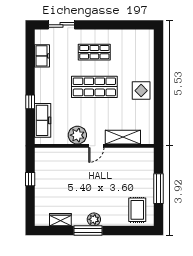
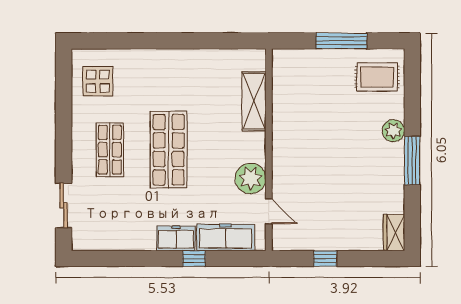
freezer: (42, 56) -> (176, 238), moved
display table: (141, 91) -> (98, 81), moved
door: (96, 146) -> (269, 211), moved
plant: (94, 219) -> (393, 131), moved
wardrobe: (60, 220) -> (394, 233), moved

